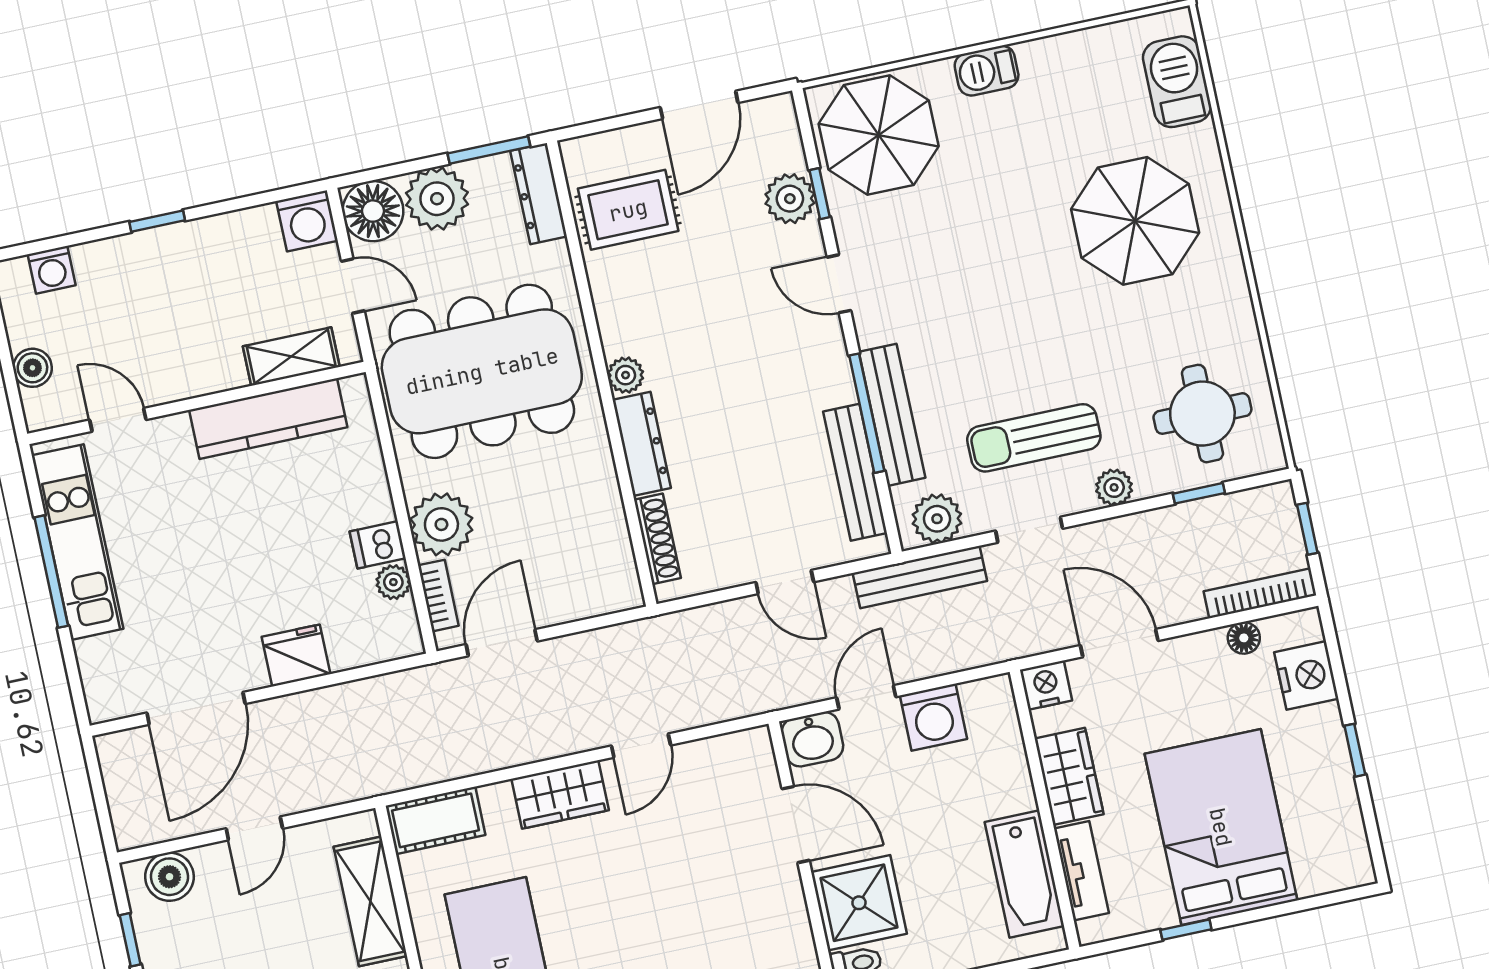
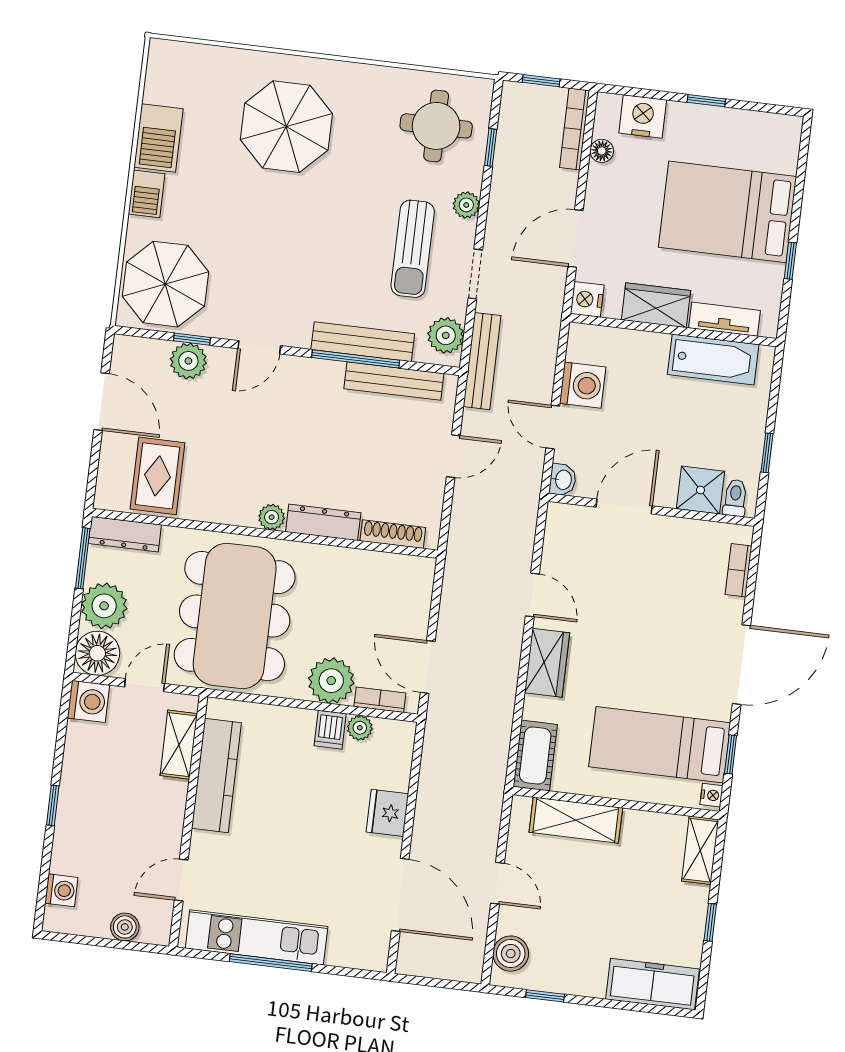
barbecue: (1177, 82) -> (158, 138), moved, turned -90
washbasin: (812, 739) -> (563, 480), width x0.72, depth x0.69
shower: (859, 903) -> (700, 490), width x0.73, depth x0.73

